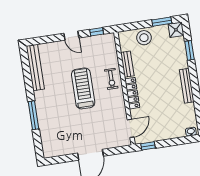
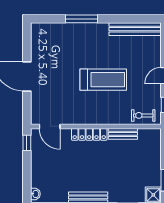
stool: (144, 38) -> (150, 157), removed
exercise bike: (111, 79) -> (143, 115), moved

